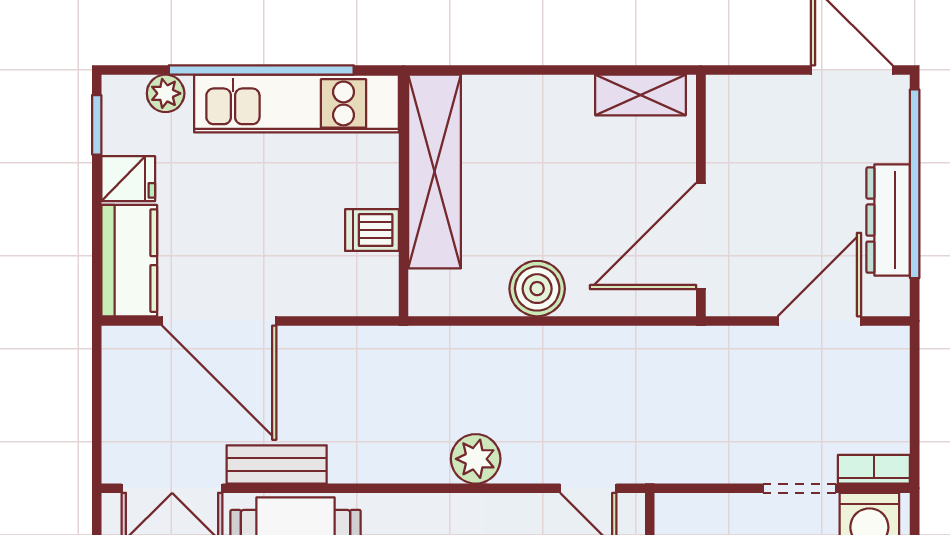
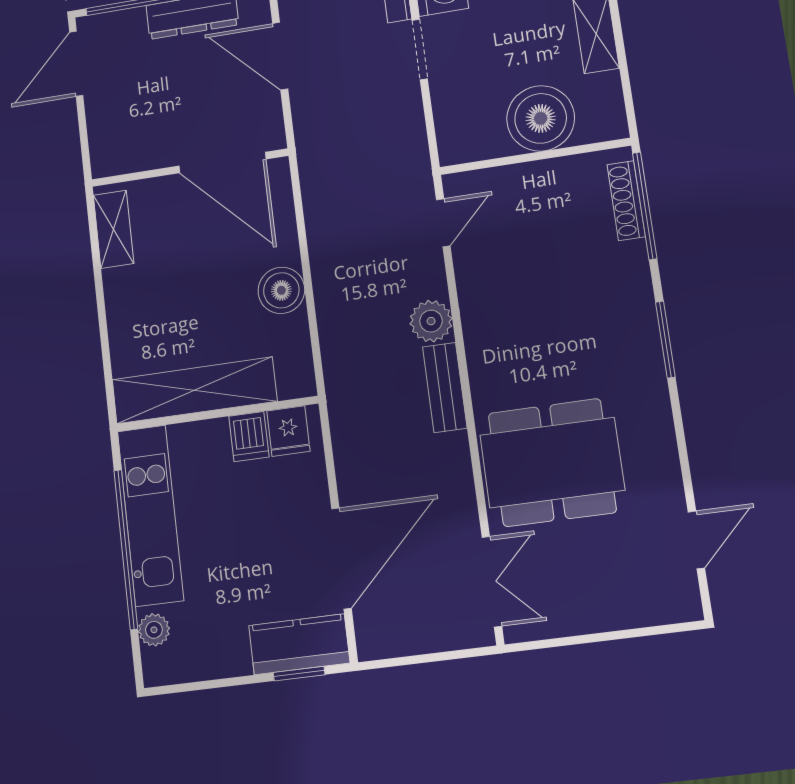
window: (97, 125) -> (299, 674), moved
fridge: (128, 179) -> (288, 431), moved, turned 180
bench: (277, 464) -> (445, 387), moved

